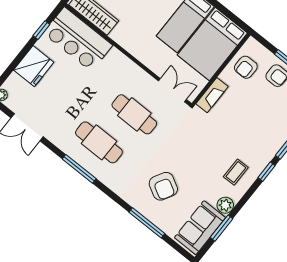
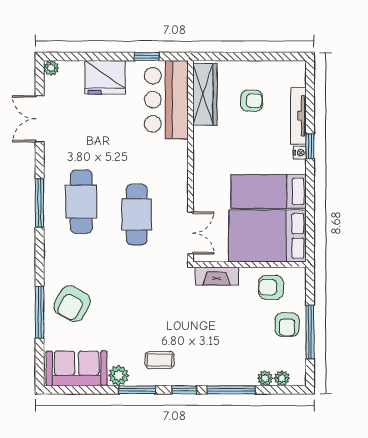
armchair: (163, 186) -> (72, 304), moved
window: (221, 228) -> (137, 390), moved

